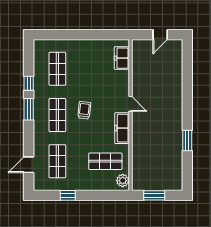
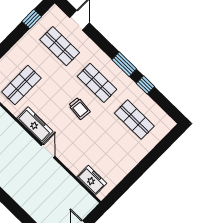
door: (130, 104) -> (48, 151), swing flipped
window: (68, 195) -> (32, 19), moved

